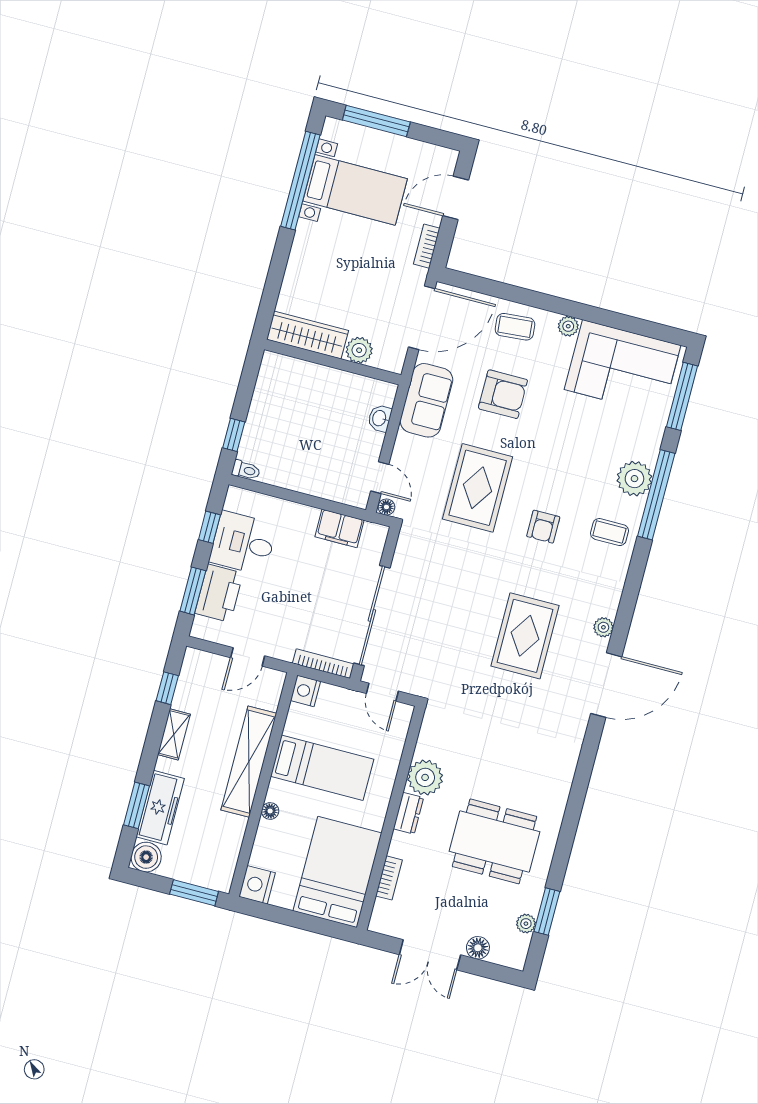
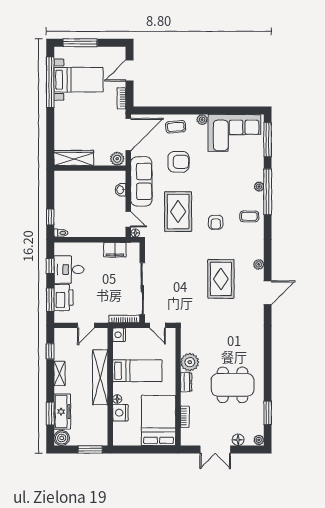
plant: (359, 350) -> (117, 159), moved
sofa: (426, 400) -> (141, 181), width x1.36
plant: (634, 479) -> (259, 187), width x0.53, depth x0.53
door: (606, 685) -> (268, 293), width x0.73
nightstand: (257, 885) -> (120, 413), moved
plant: (526, 924) -> (259, 440), moved

